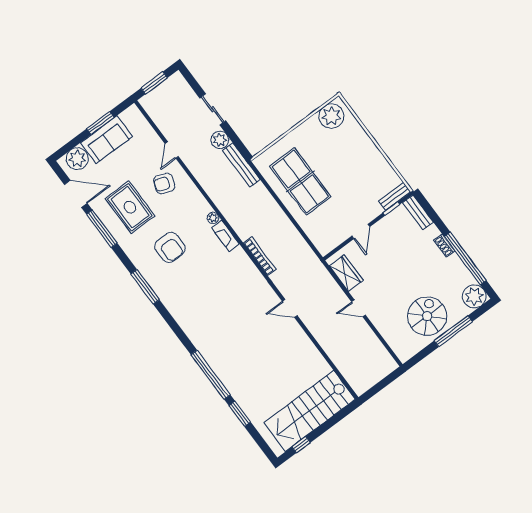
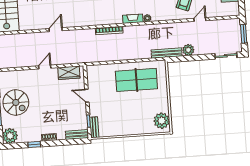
sliding door: (213, 109) -> (226, 56), moved
door: (172, 150) -> (200, 20), hinge flipped
window: (465, 259) -> (34, 144), width x0.32
door: (290, 308) -> (56, 30), moved

